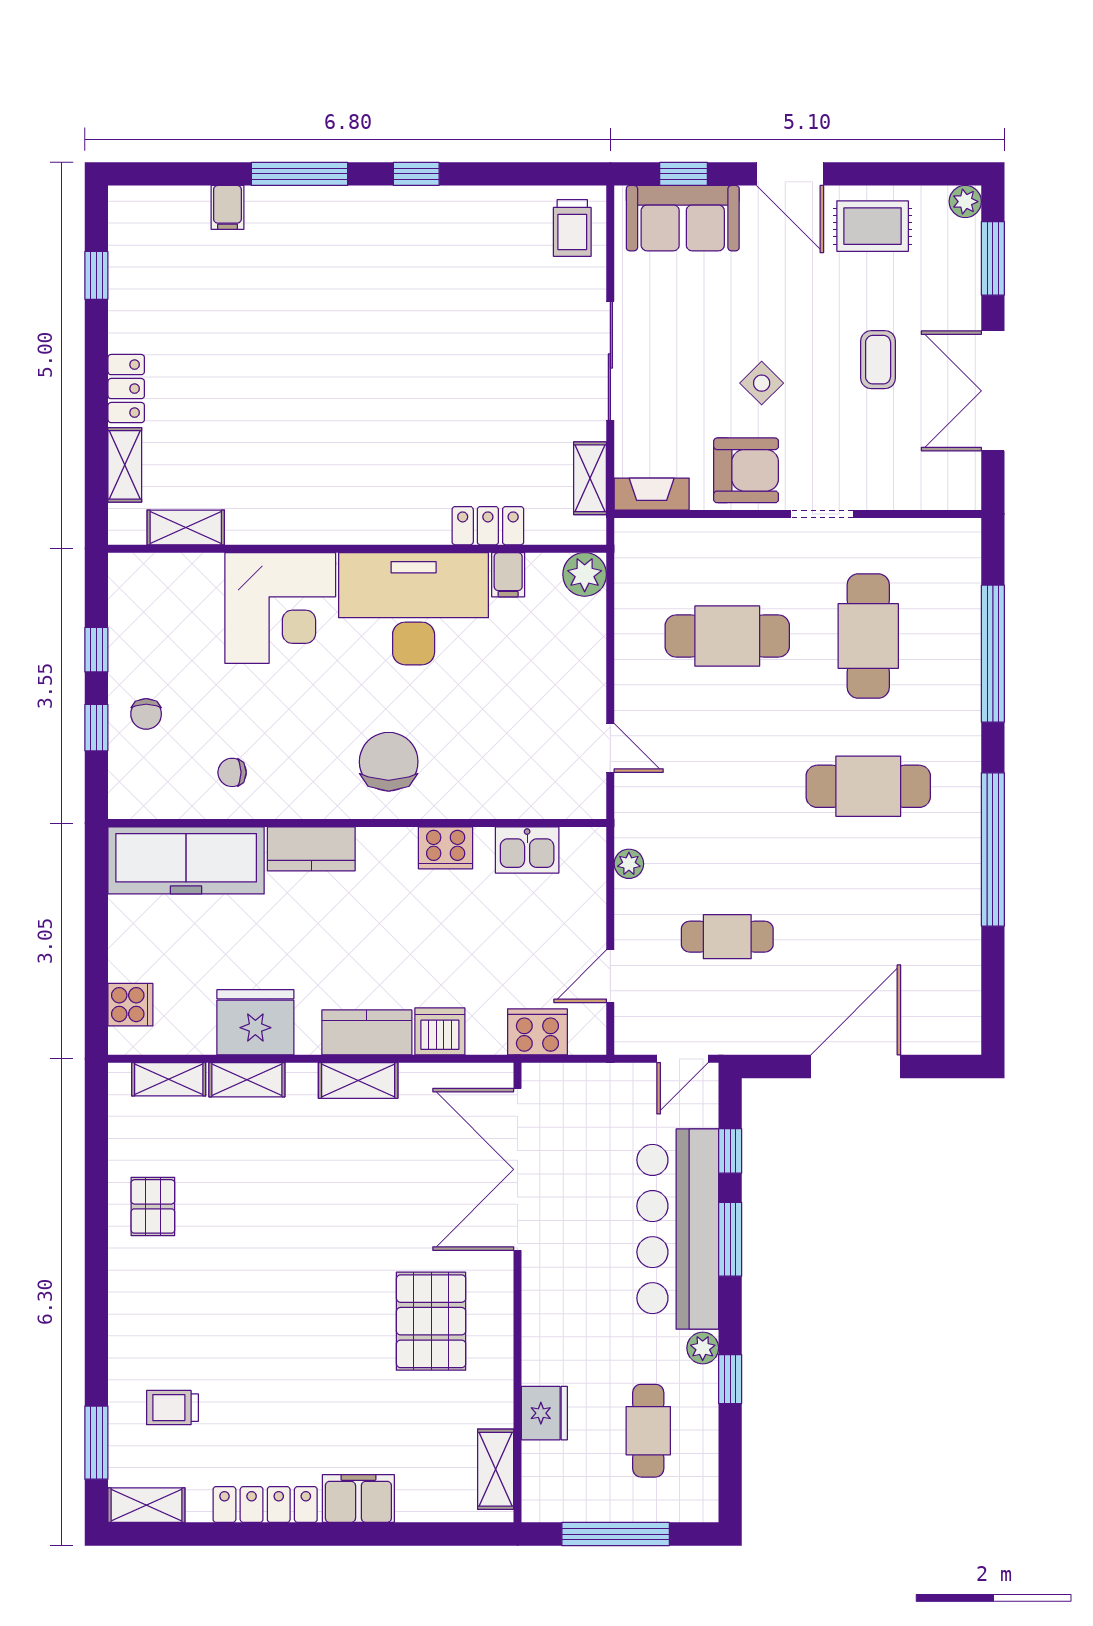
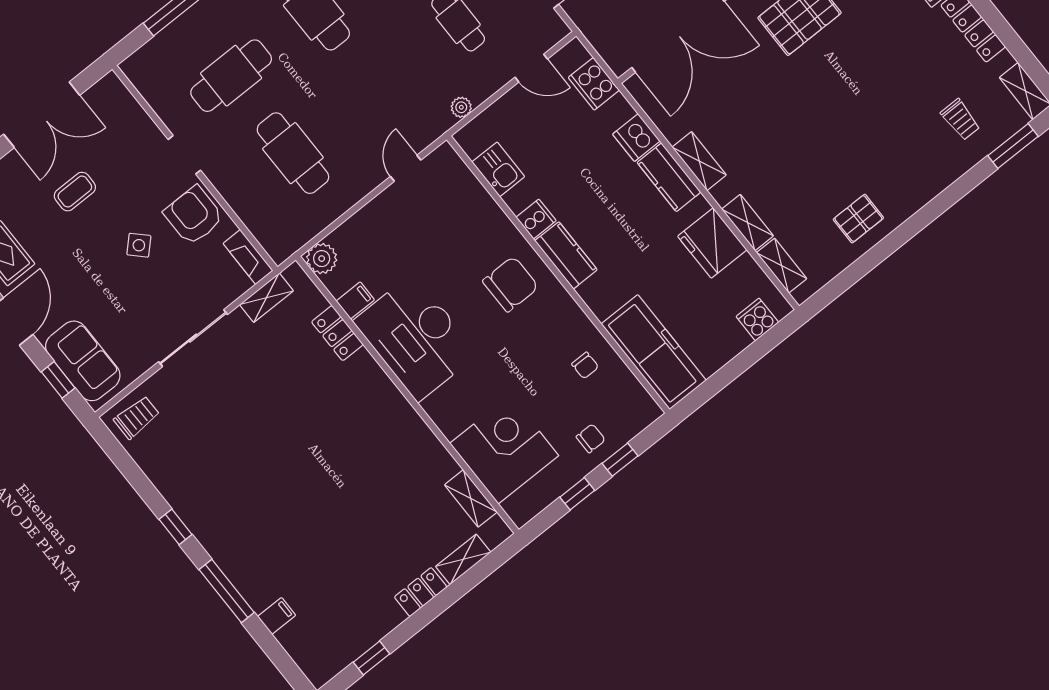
corner desk: (280, 608) -> (504, 449), moved
chair: (389, 762) -> (511, 284), turned 180
cooker: (446, 848) -> (536, 219), width x0.73
kitchen counter: (311, 849) -> (566, 255), moved

